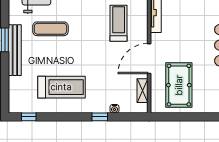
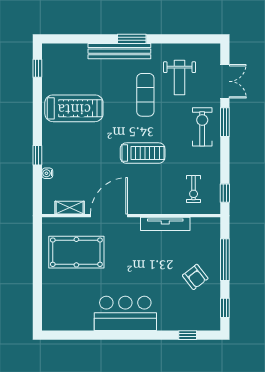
treadmill: (119, 23) -> (143, 153), moved
door: (149, 59) -> (109, 216), hinge flipped
treadmill: (61, 87) -> (74, 108), turned -90

